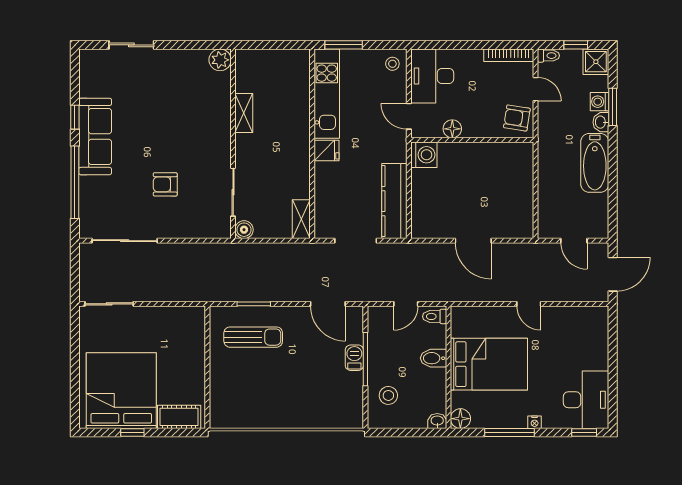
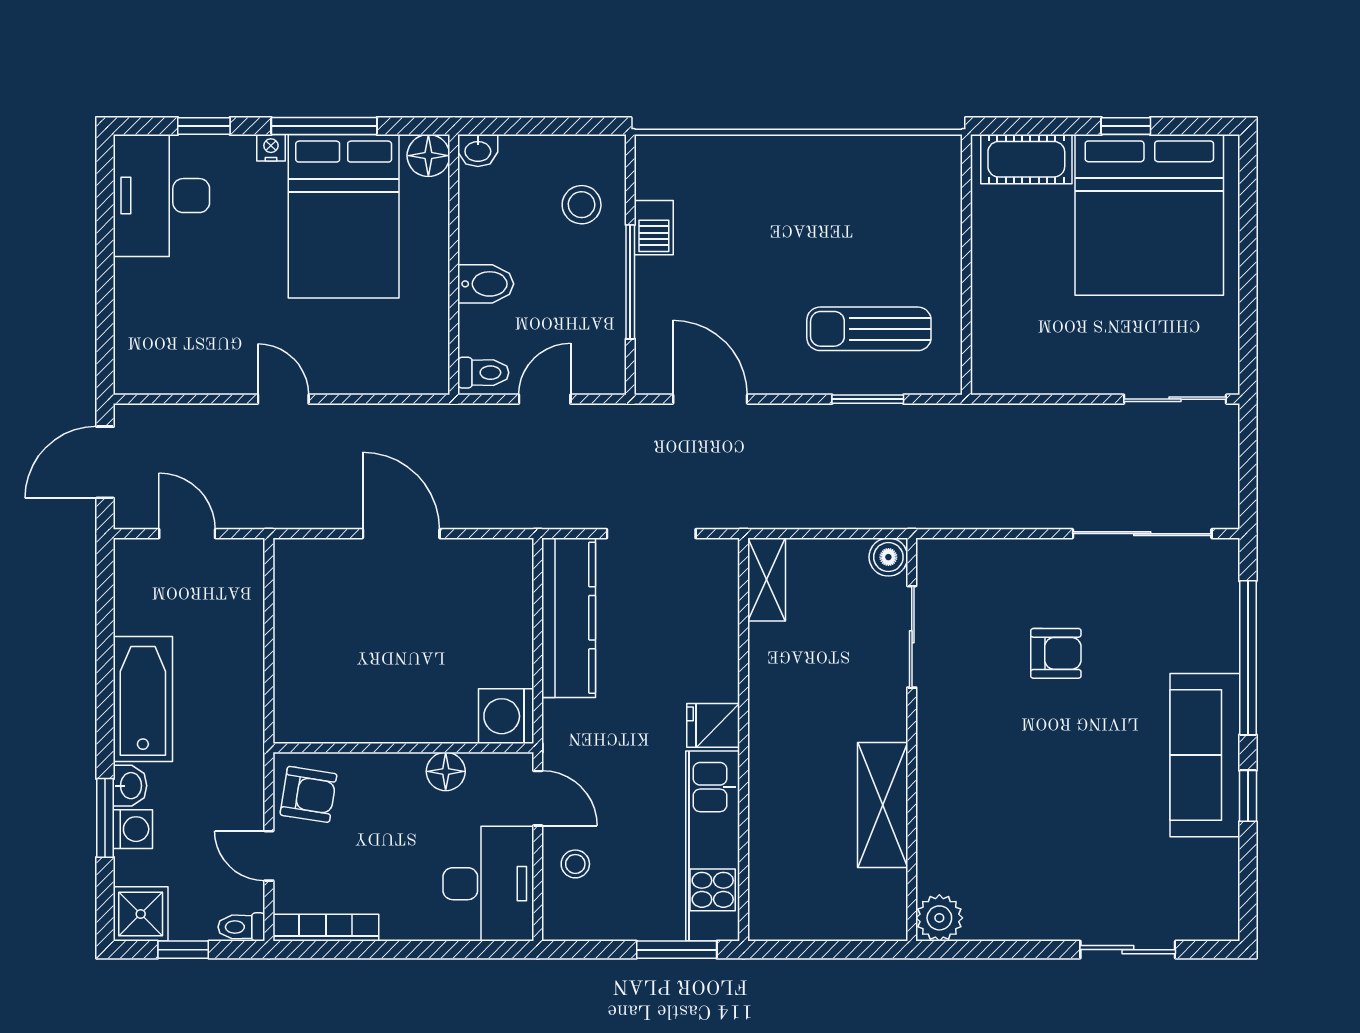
stool: (392, 64) -> (575, 864), moved
shelving: (244, 113) -> (883, 805), width x1.50, depth x1.33
barbecue: (354, 358) -> (654, 228), moved
bed: (489, 364) -> (344, 216), moved, turned -90
window: (584, 432) -> (204, 126), moved

